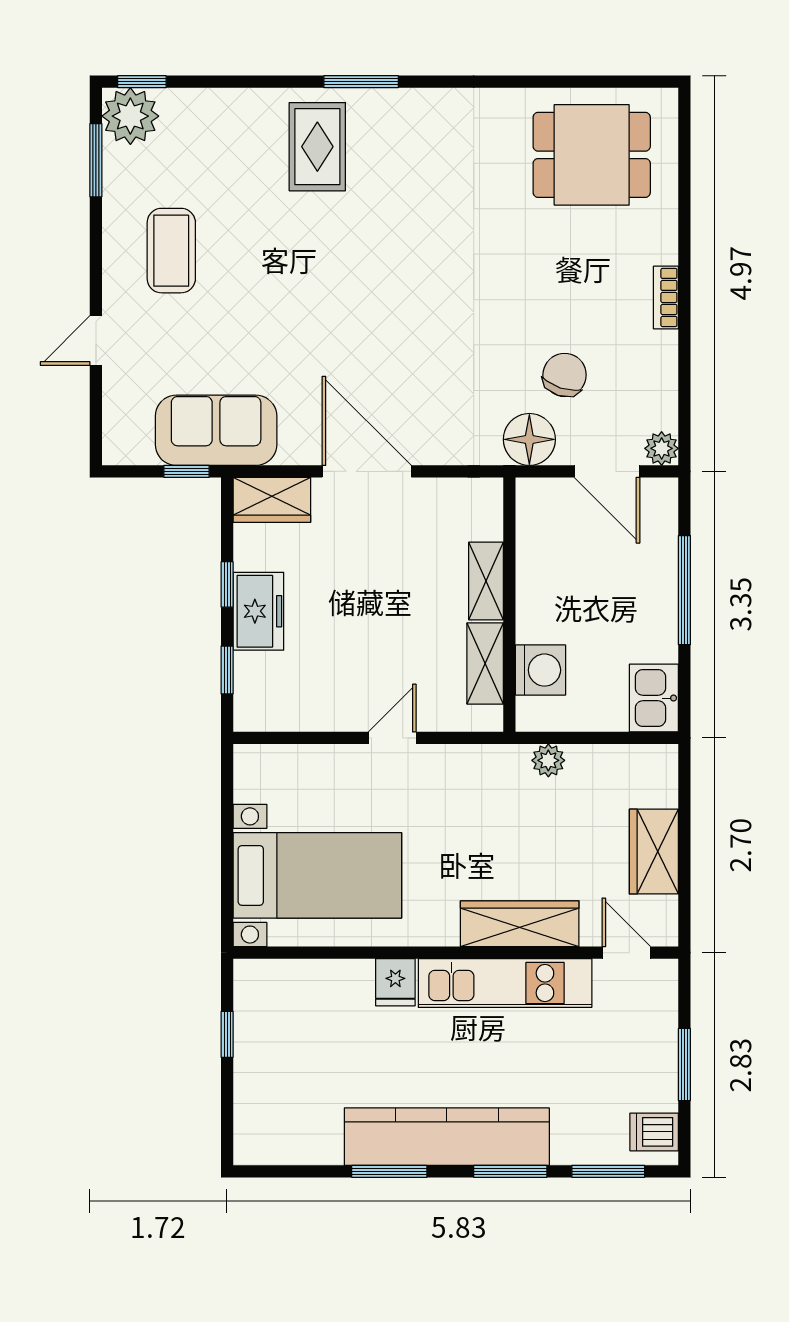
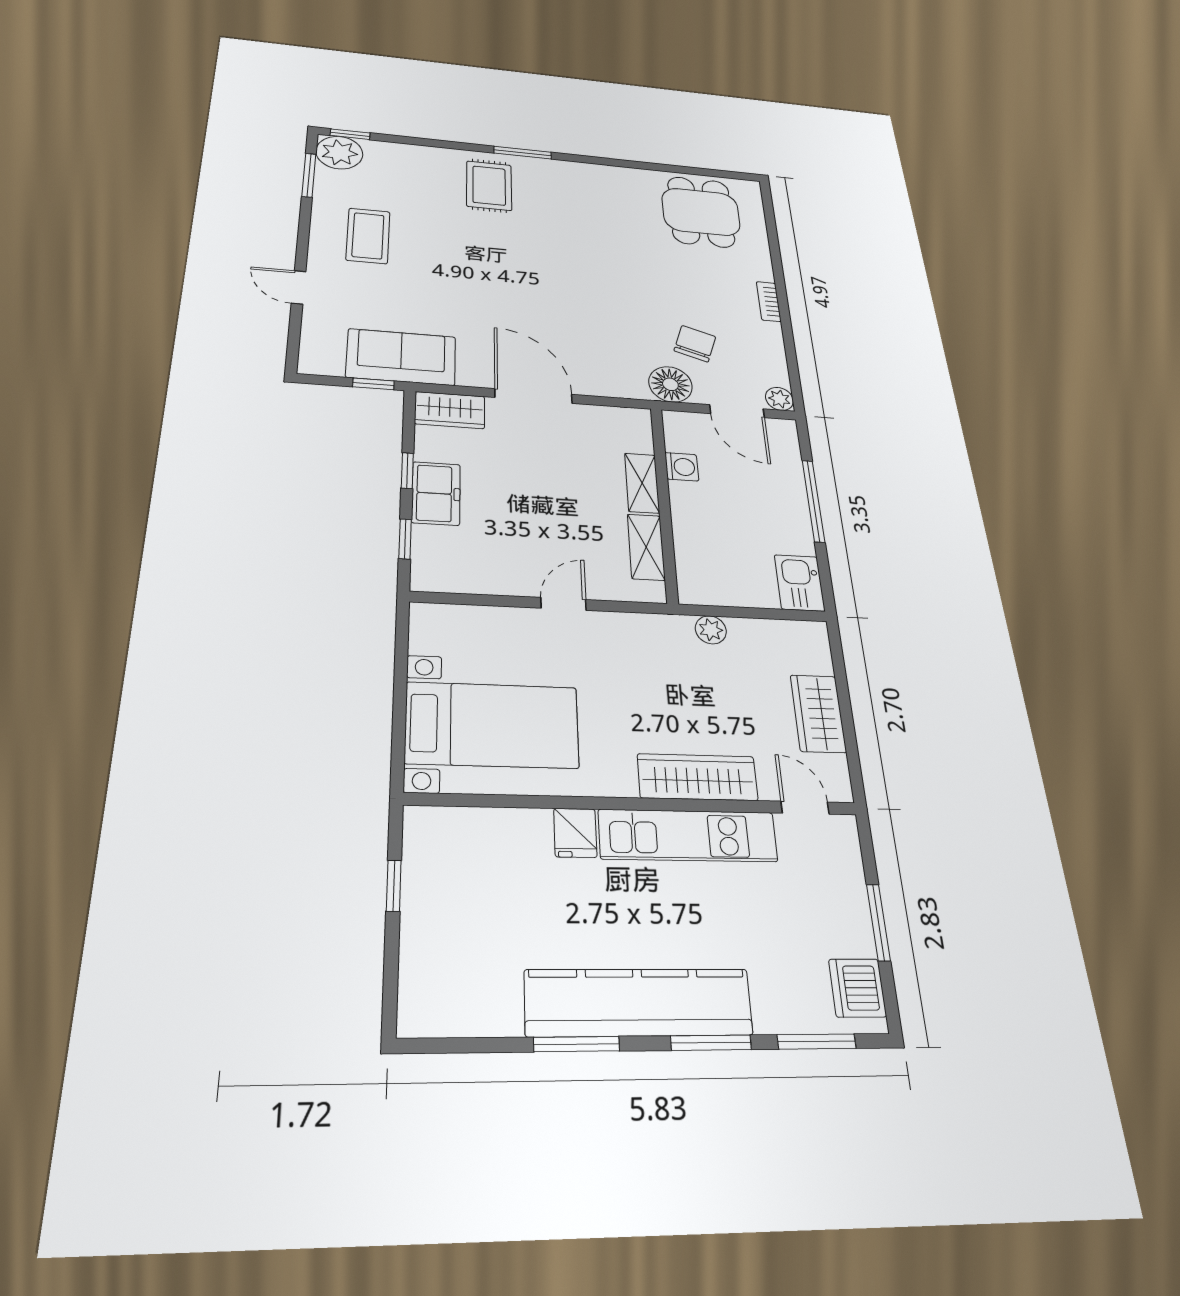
dining table: (592, 155) -> (701, 212), turned 90
door: (96, 341) -> (299, 287), hinge flipped
washing machine: (540, 670) -> (682, 467), moved, width x0.73, depth x0.73
dishwasher: (654, 1132) -> (857, 988), width x1.38

